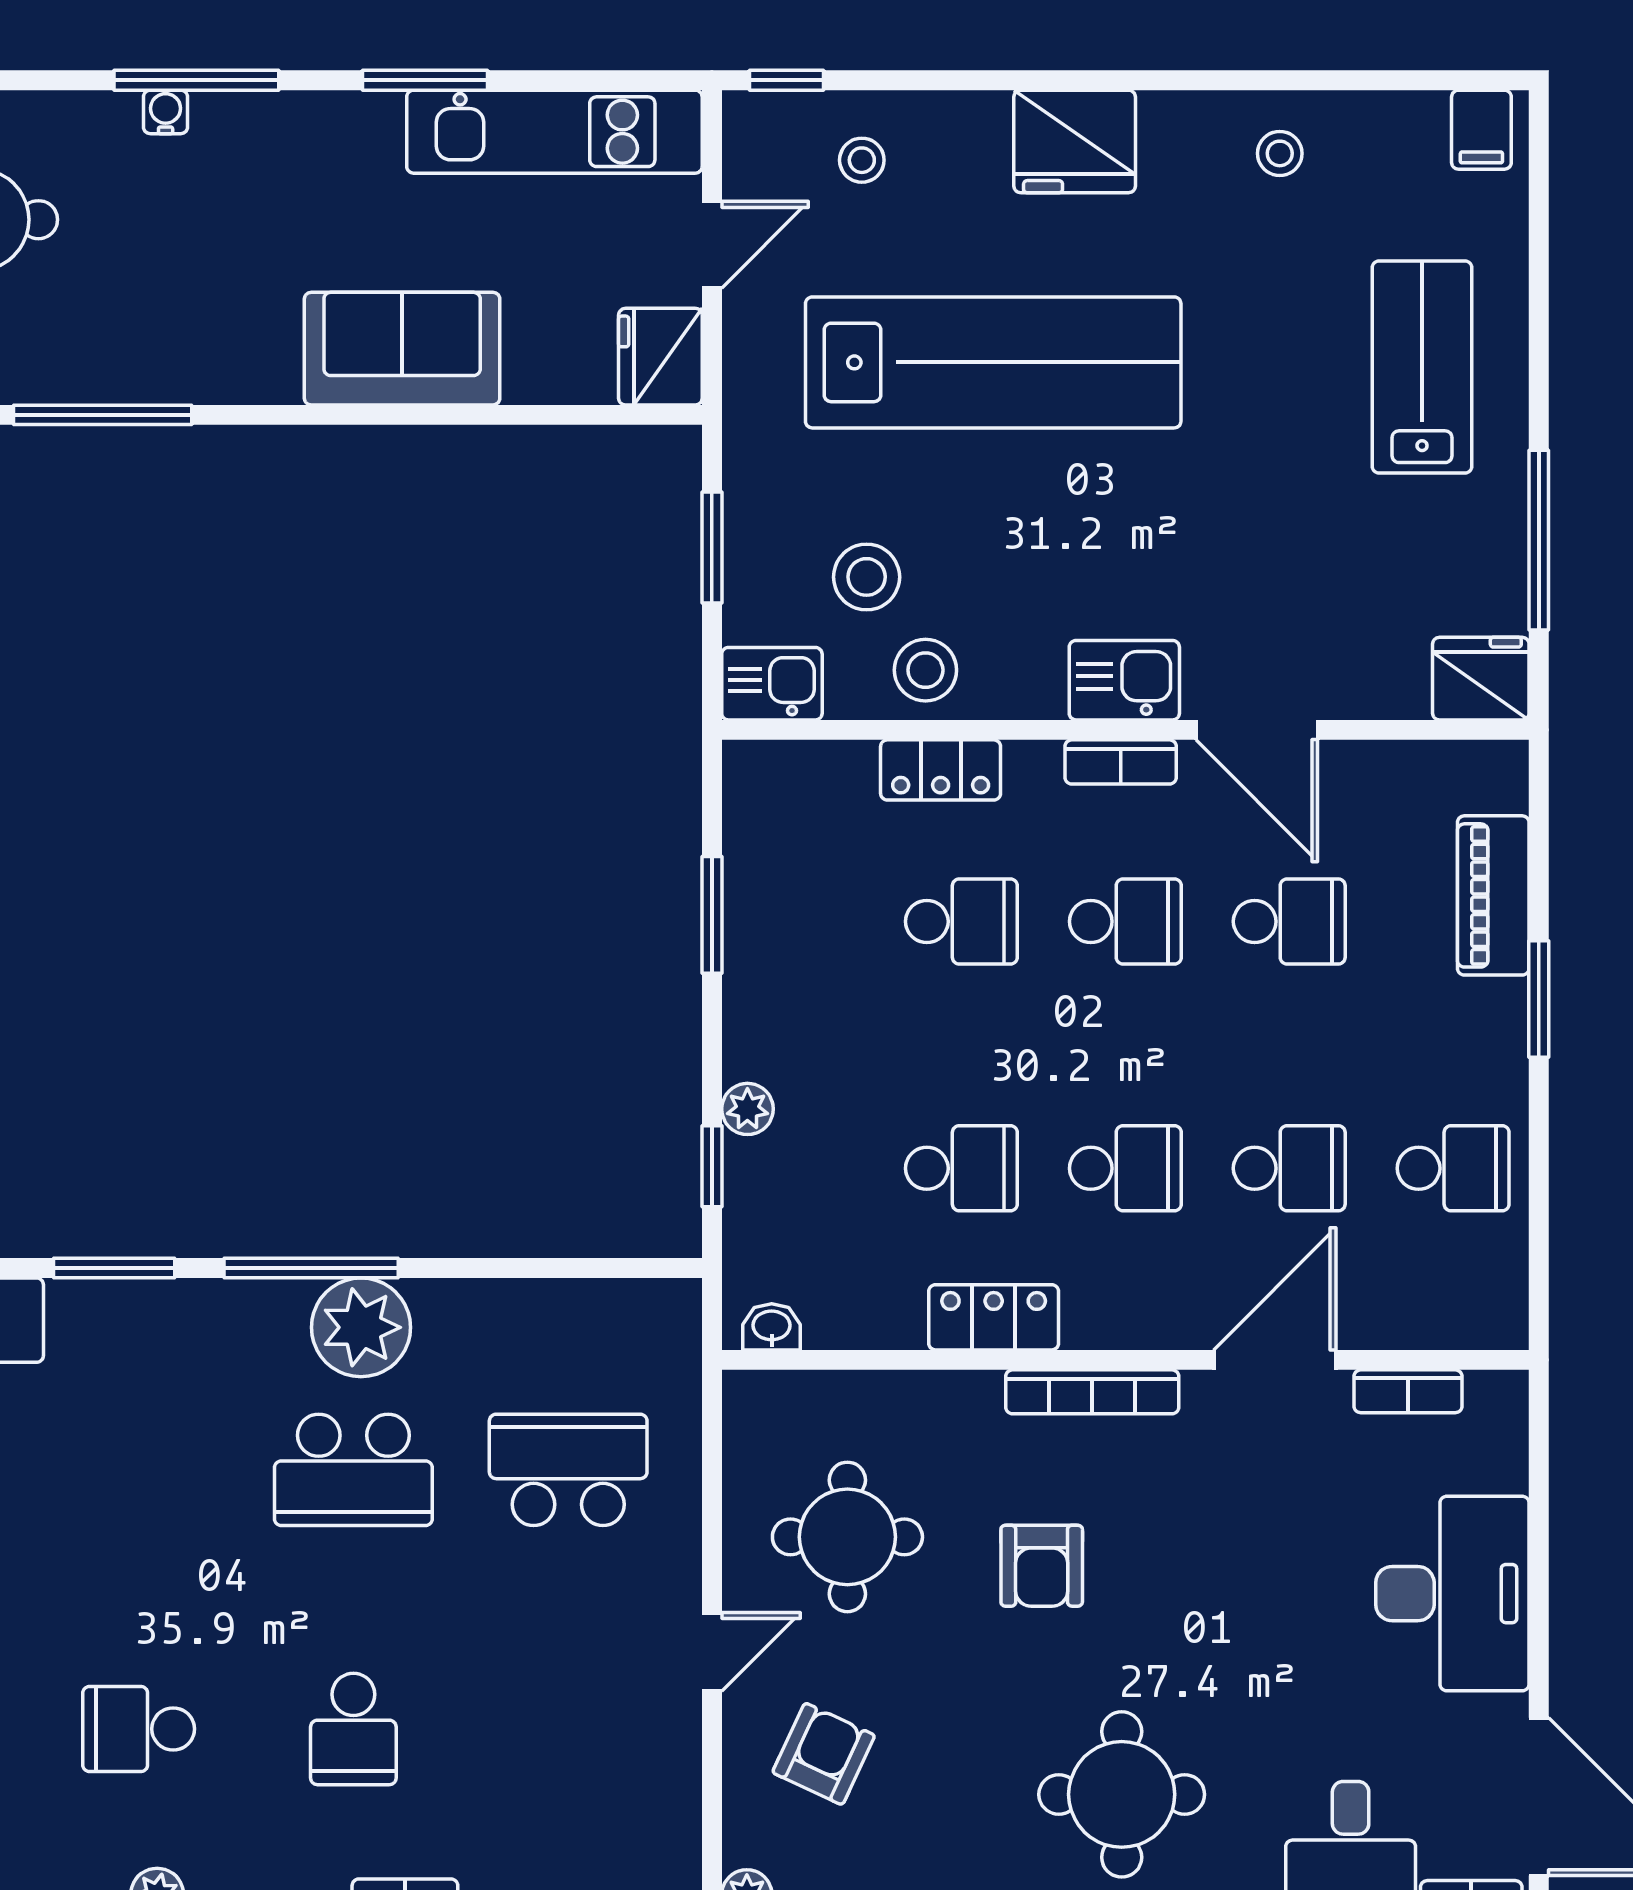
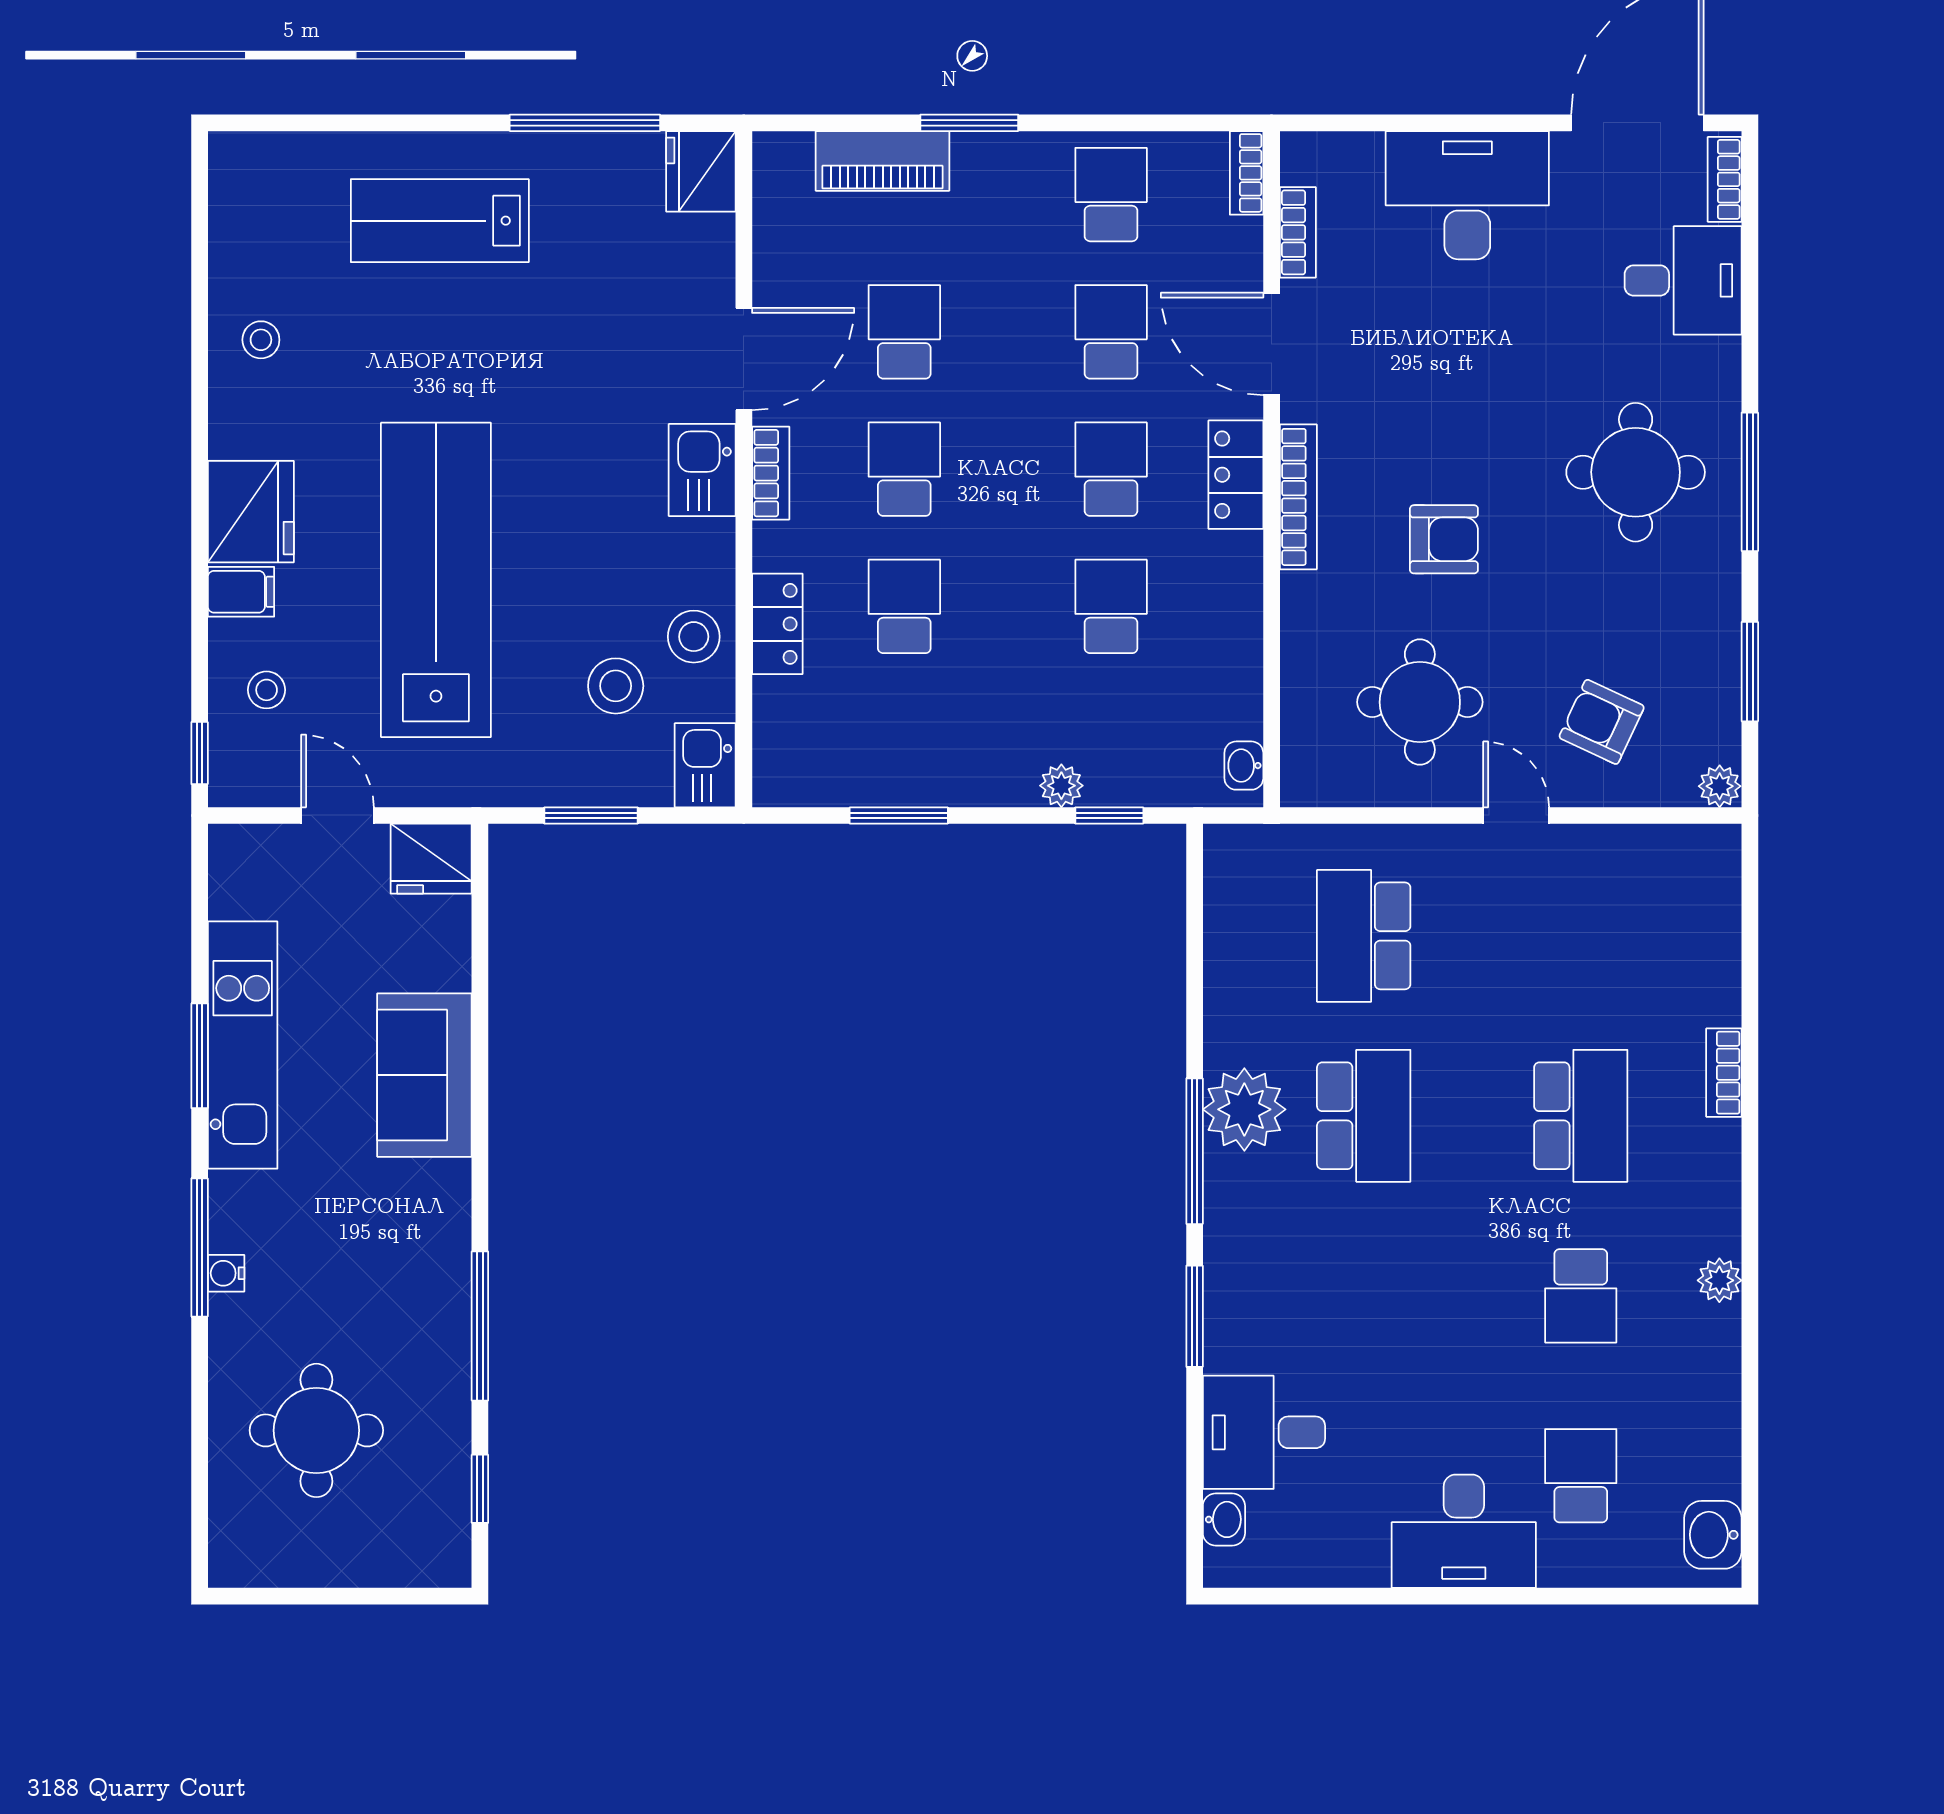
filing cabinet: (1481, 130) -> (241, 592), moved
kitchen unit: (554, 132) -> (243, 1045), moved
locker: (994, 1317) -> (1236, 475), moved
bookcase: (1479, 1330) -> (1247, 173), added
school desk: (353, 1729) -> (1581, 1116), width x1.85

